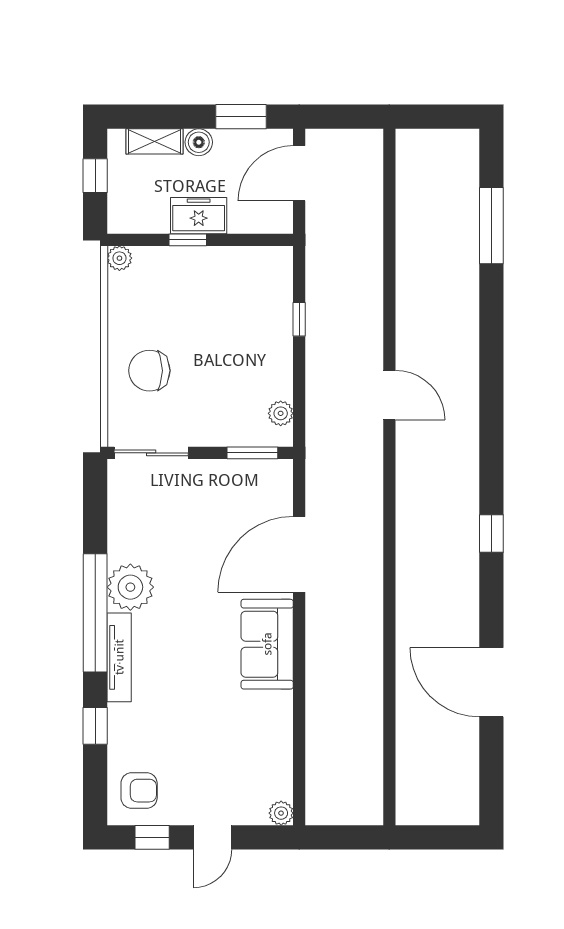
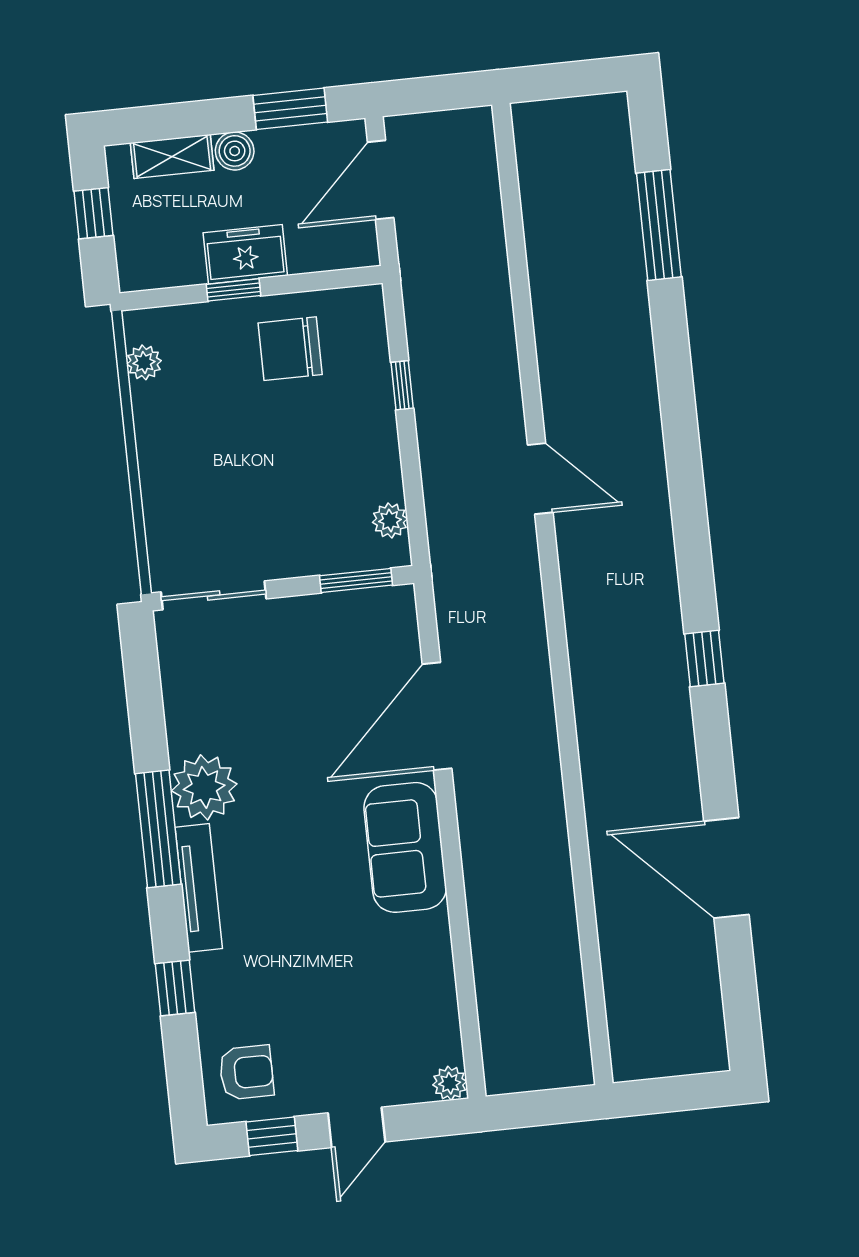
plant: (119, 258) -> (144, 362), moved
chair: (149, 371) -> (290, 349), moved
window: (95, 613) -> (158, 829), width x0.68

